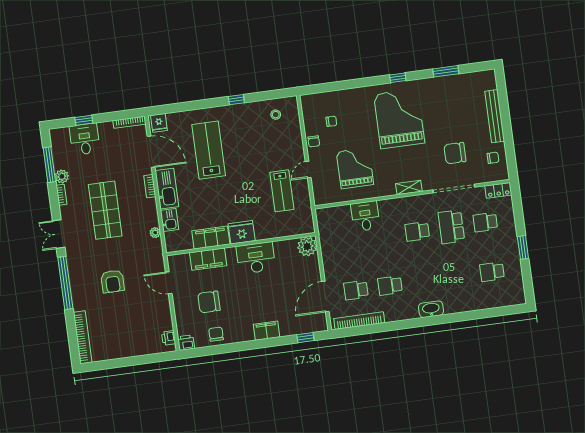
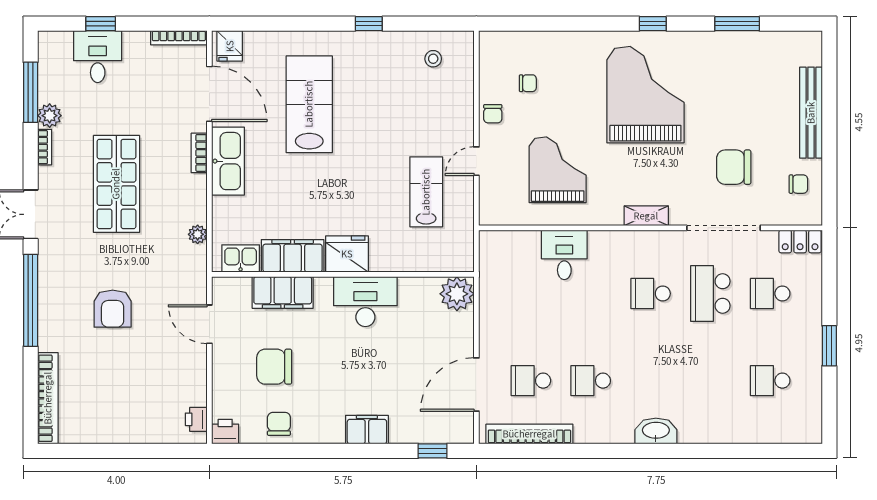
lab bench: (282, 191) -> (426, 192), turned 180
kitchen sink: (170, 220) -> (241, 258), moved, turned -90

